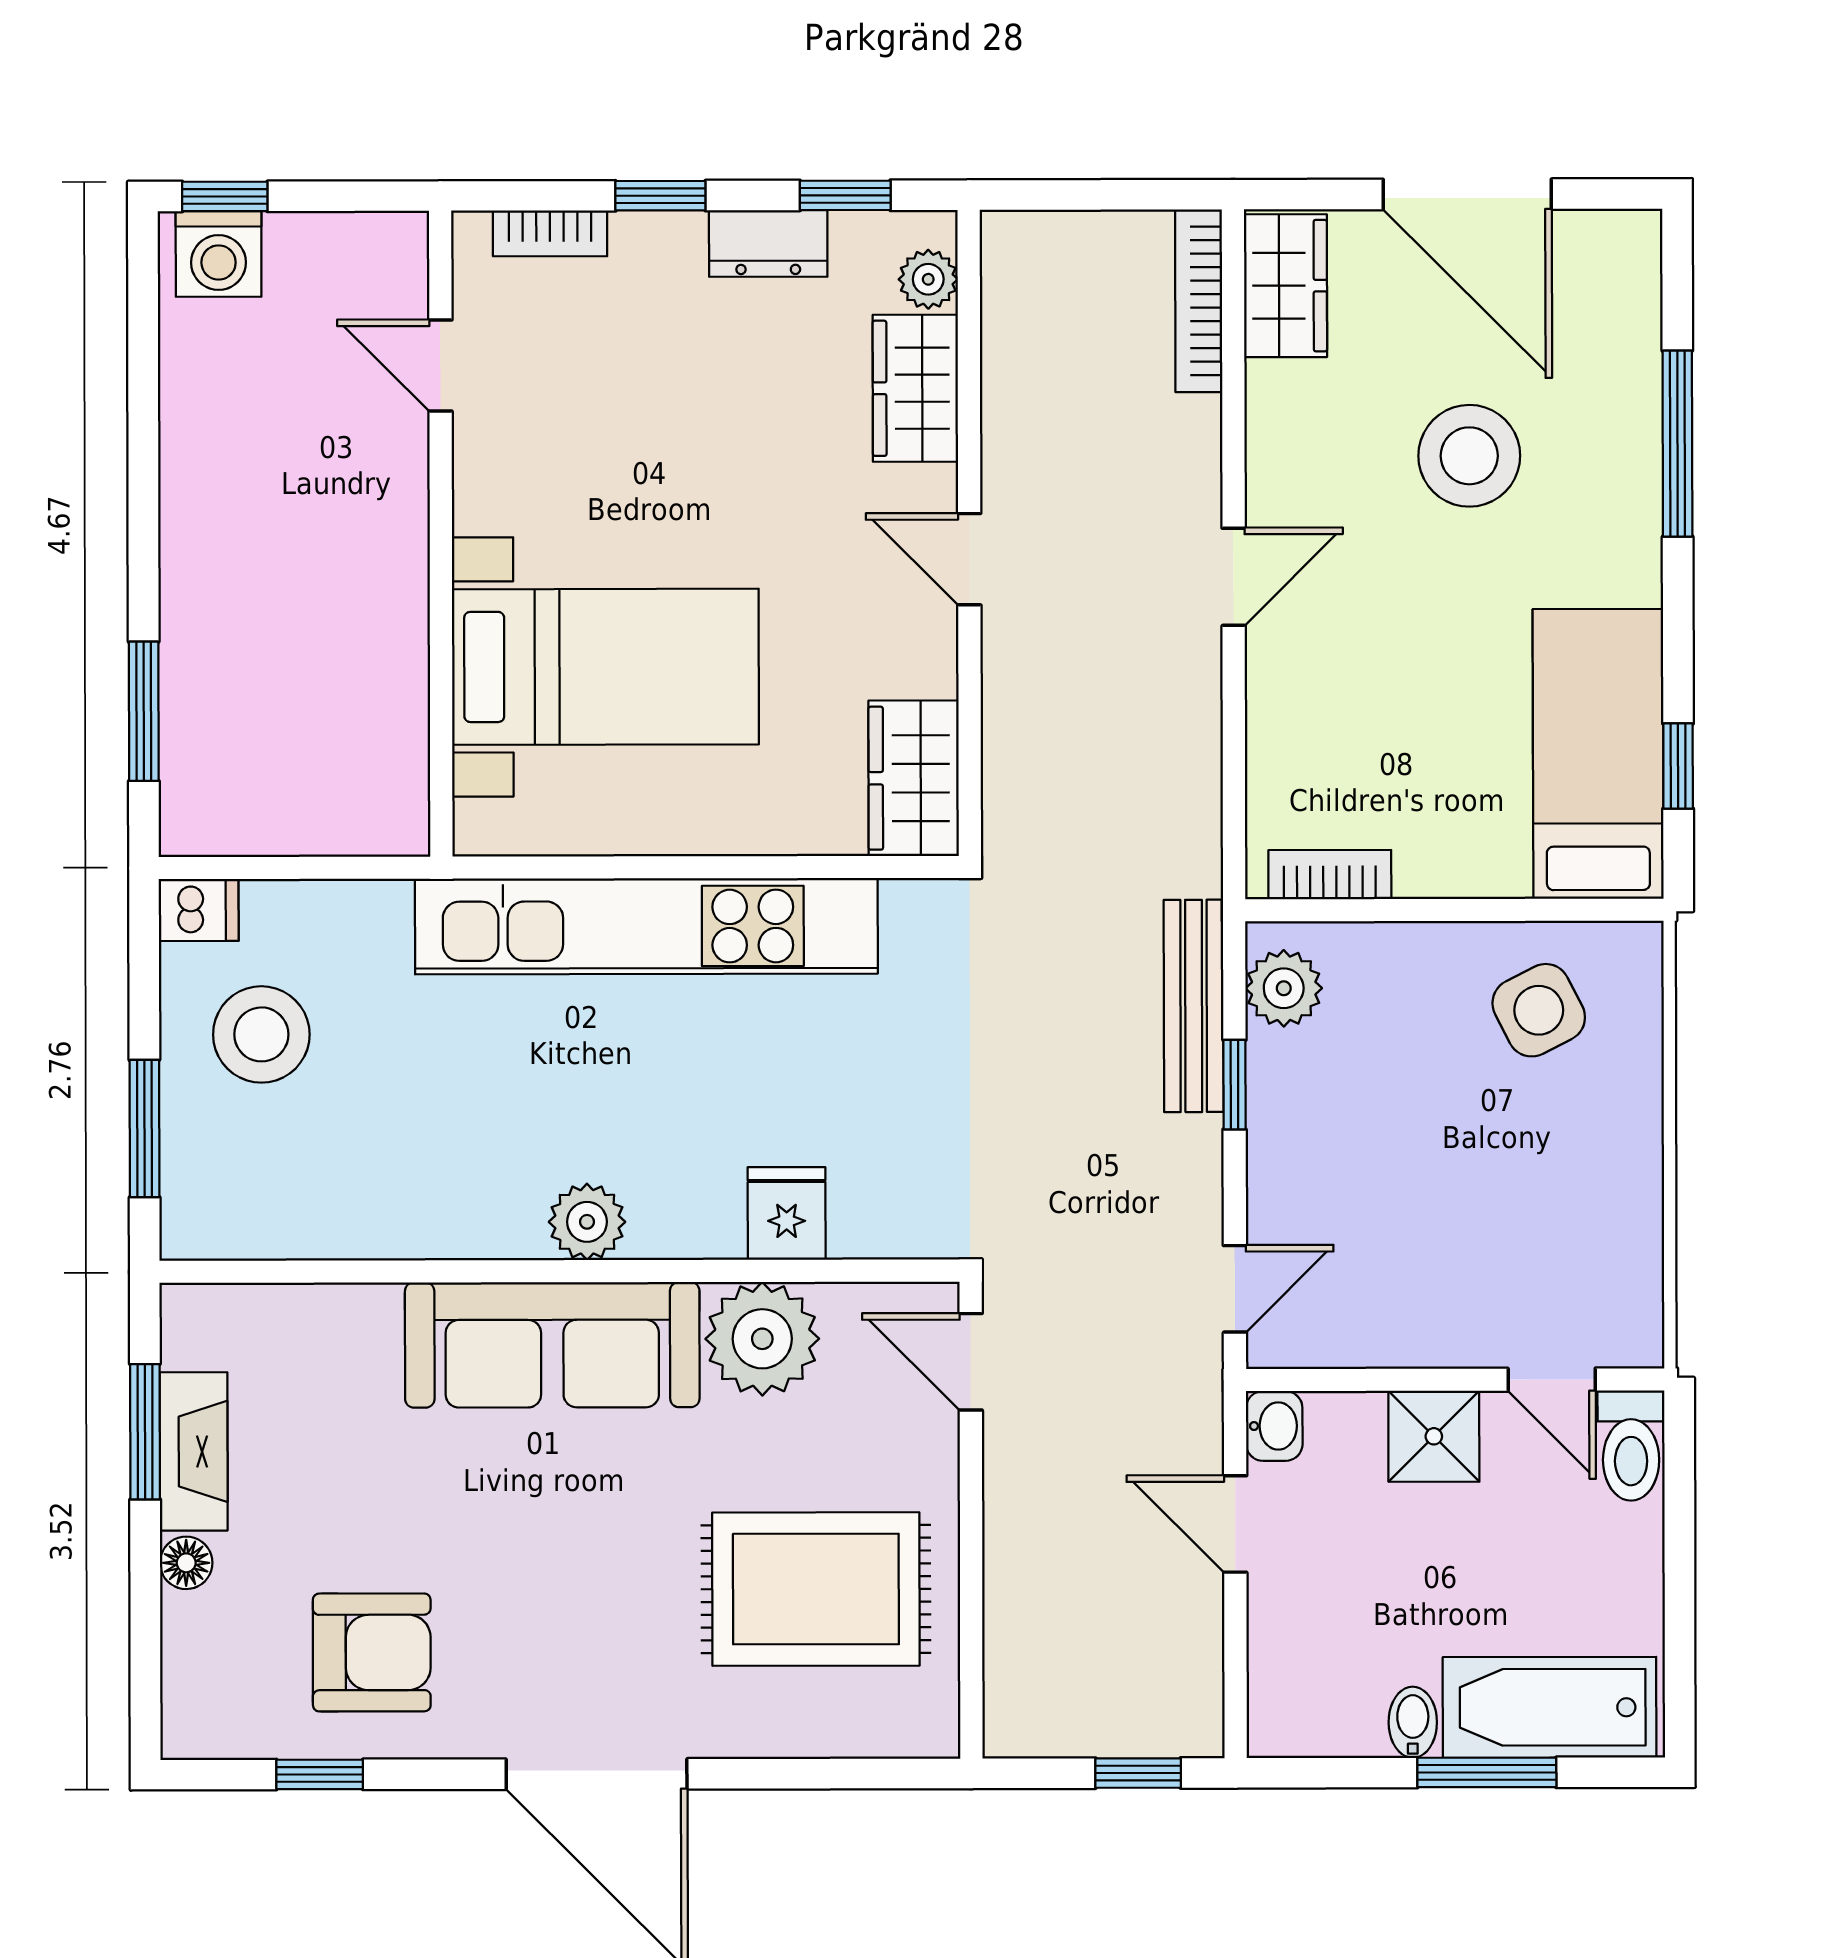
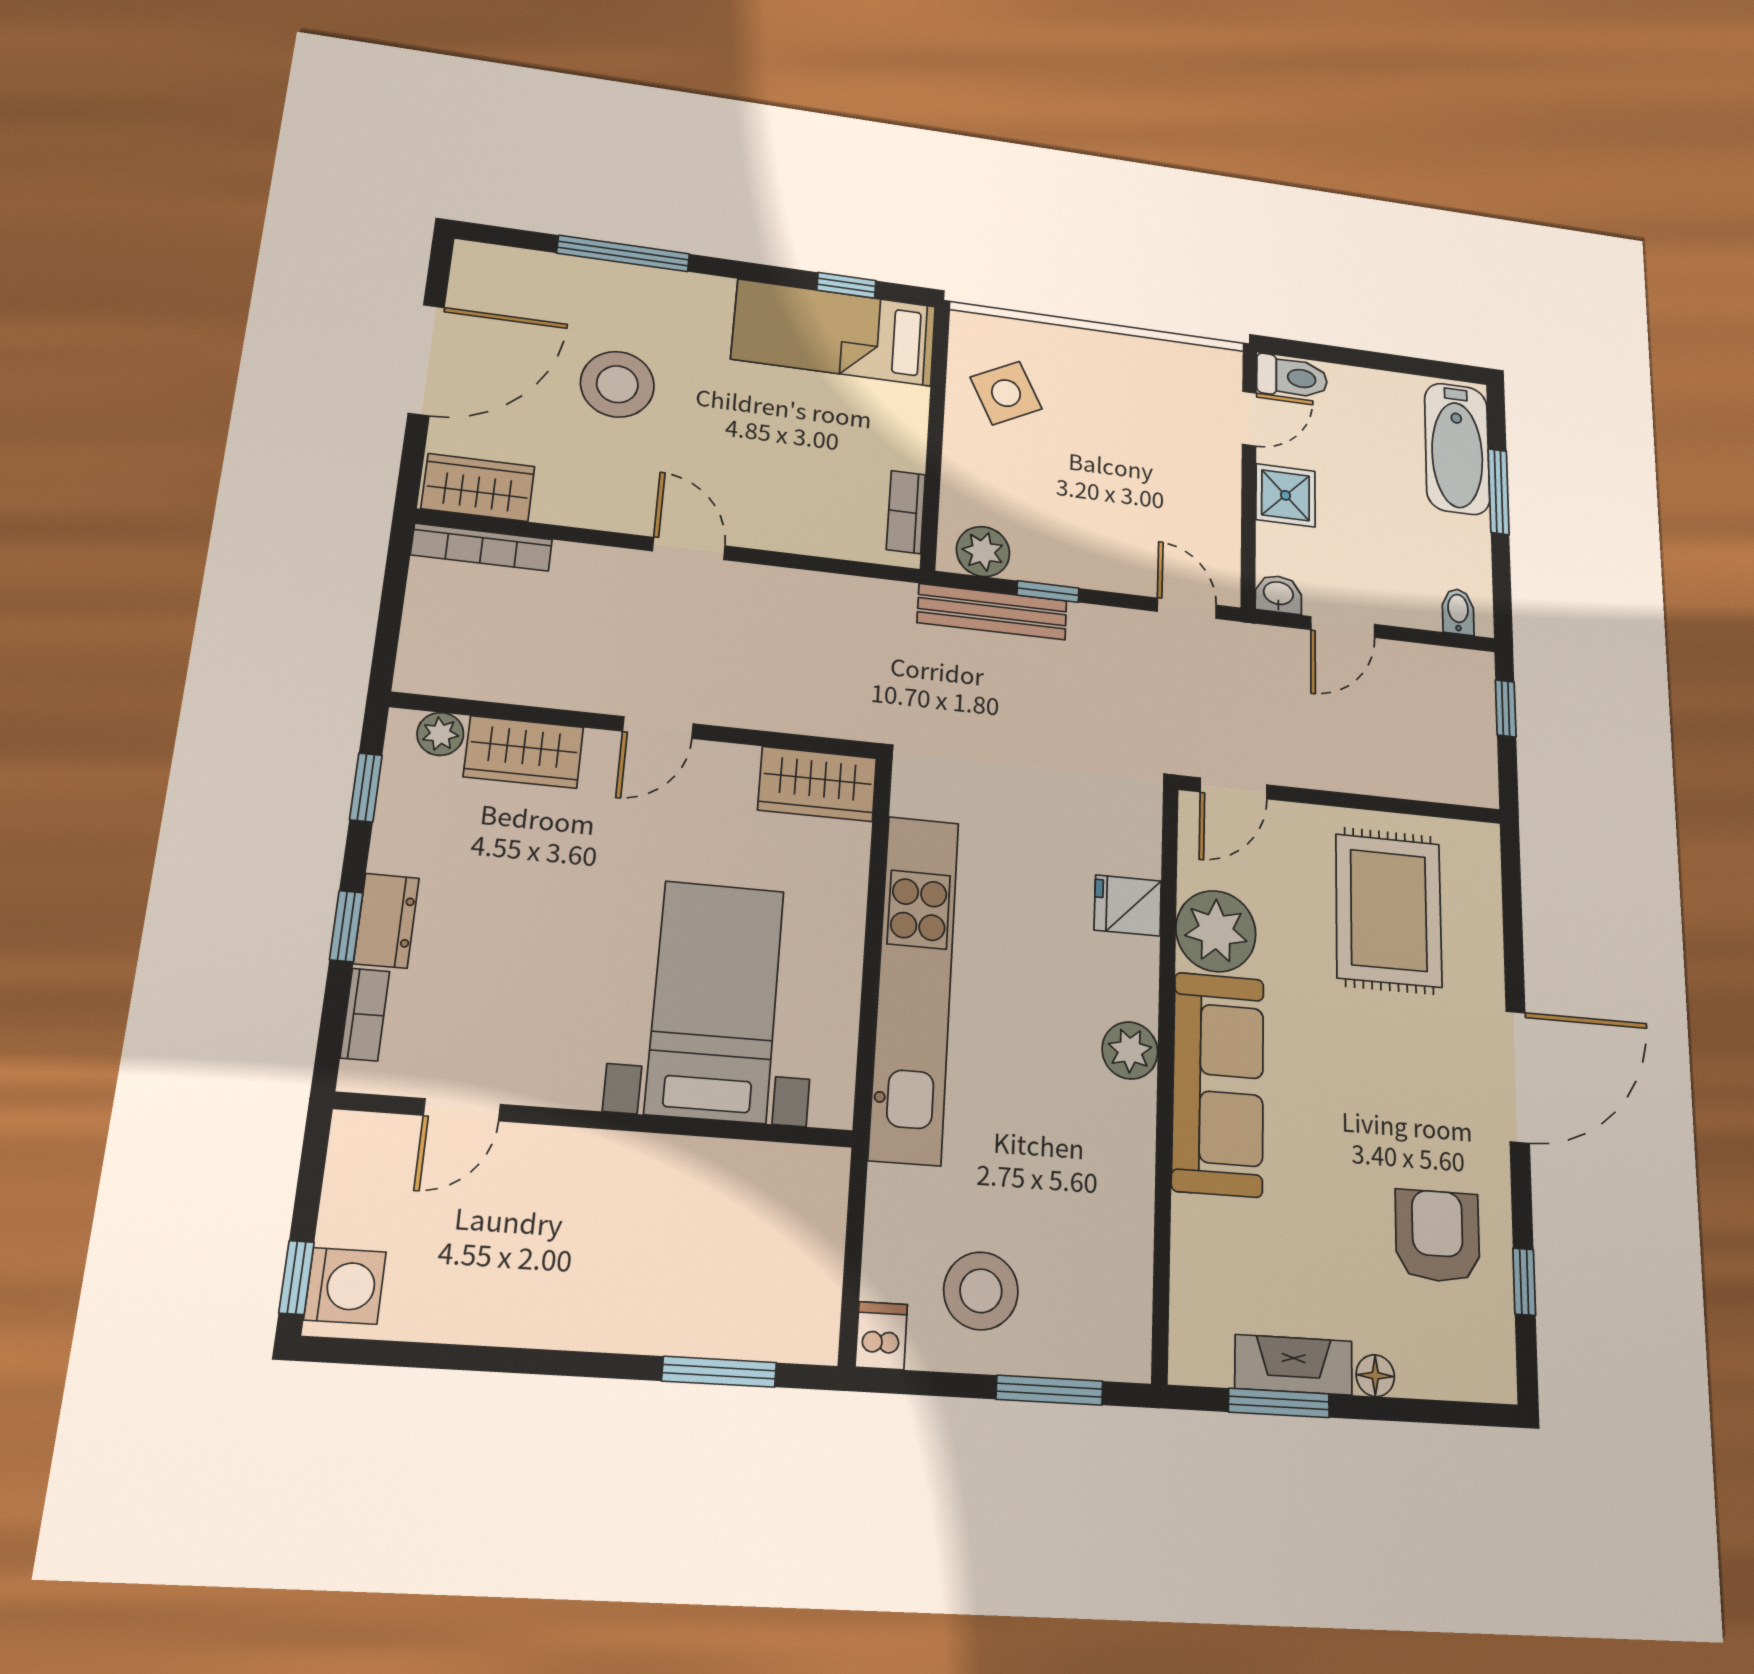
dresser: (768, 243) -> (386, 921), moved
bidet: (1413, 1722) -> (1458, 612), moved, turned 90

